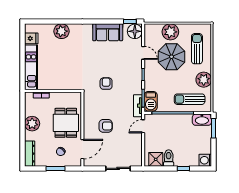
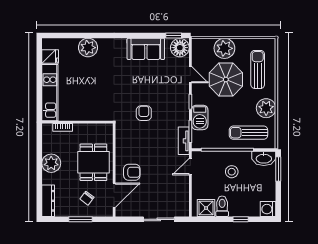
barbecue: (151, 101) -> (200, 117), moved
armchair: (106, 126) -> (132, 172), moved
stool: (176, 130) -> (232, 172), added

